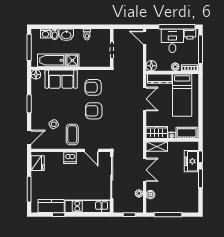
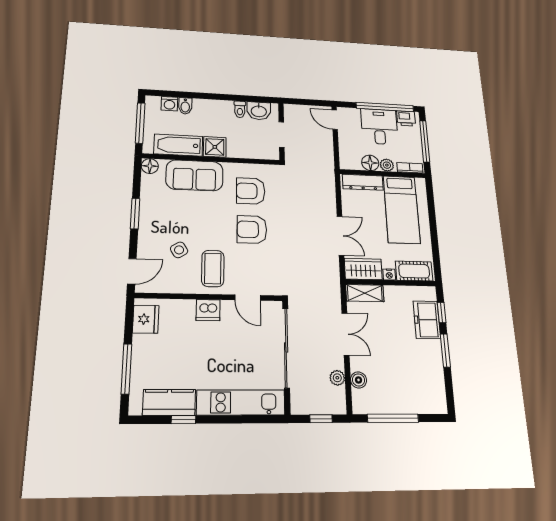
washbasin: (66, 35) -> (259, 111), moved
floor lamp: (151, 66) -> (370, 163), moved
double door: (145, 99) -> (341, 236), moved

